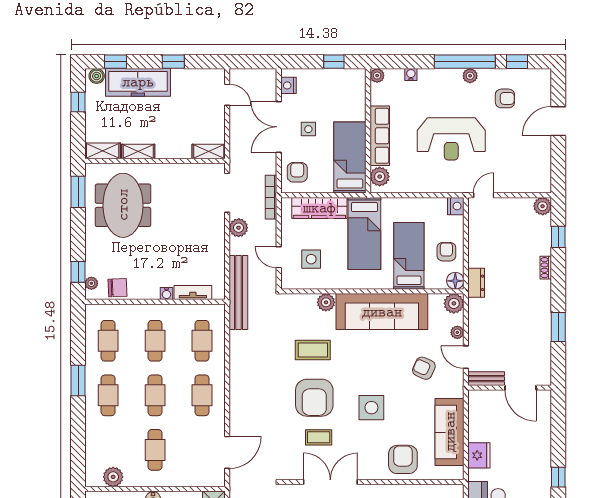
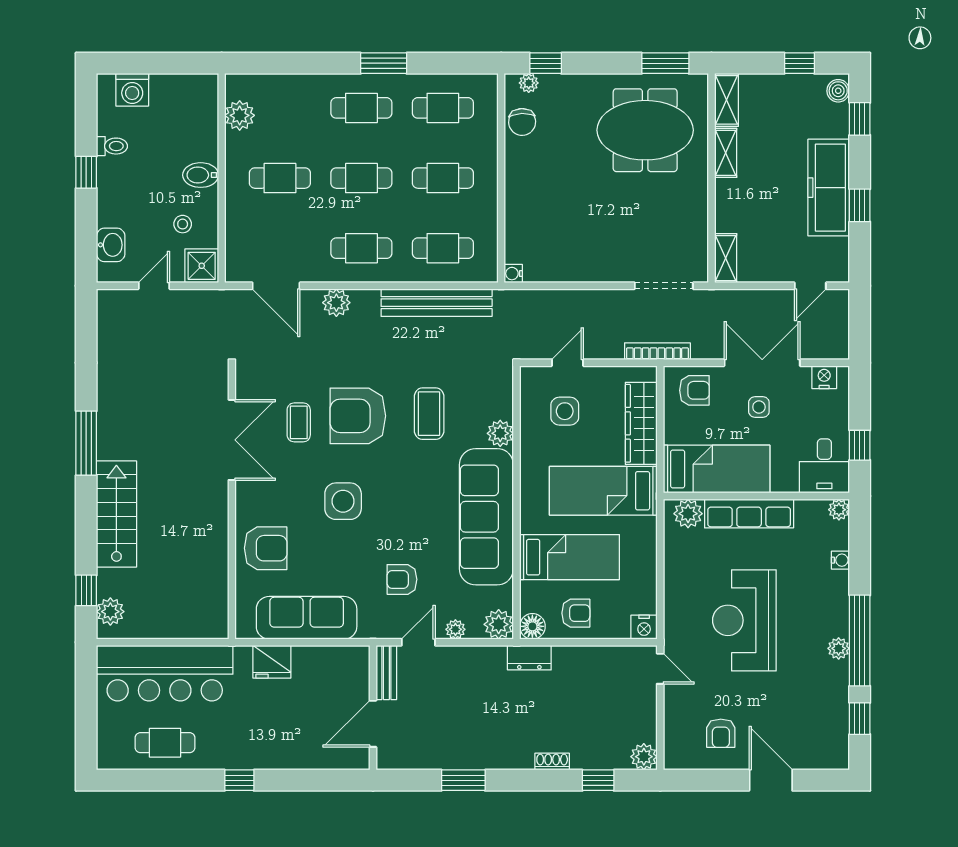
freezer: (138, 82) -> (829, 188), moved
desk: (348, 85) -> (824, 466), added
armchair: (505, 98) -> (721, 733), moved
plant: (239, 228) -> (336, 303), moved
tv unit: (193, 292) -> (515, 234), removed
bench: (238, 292) -> (437, 303), moved
water cooler: (167, 294) -> (513, 274), moved
armchair: (424, 368) -> (402, 579), turned -114

